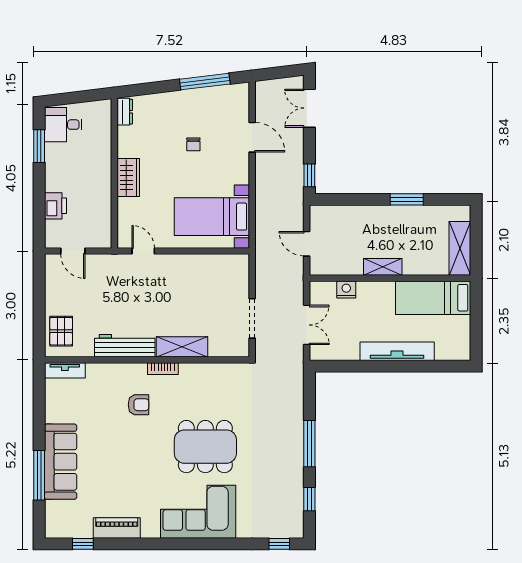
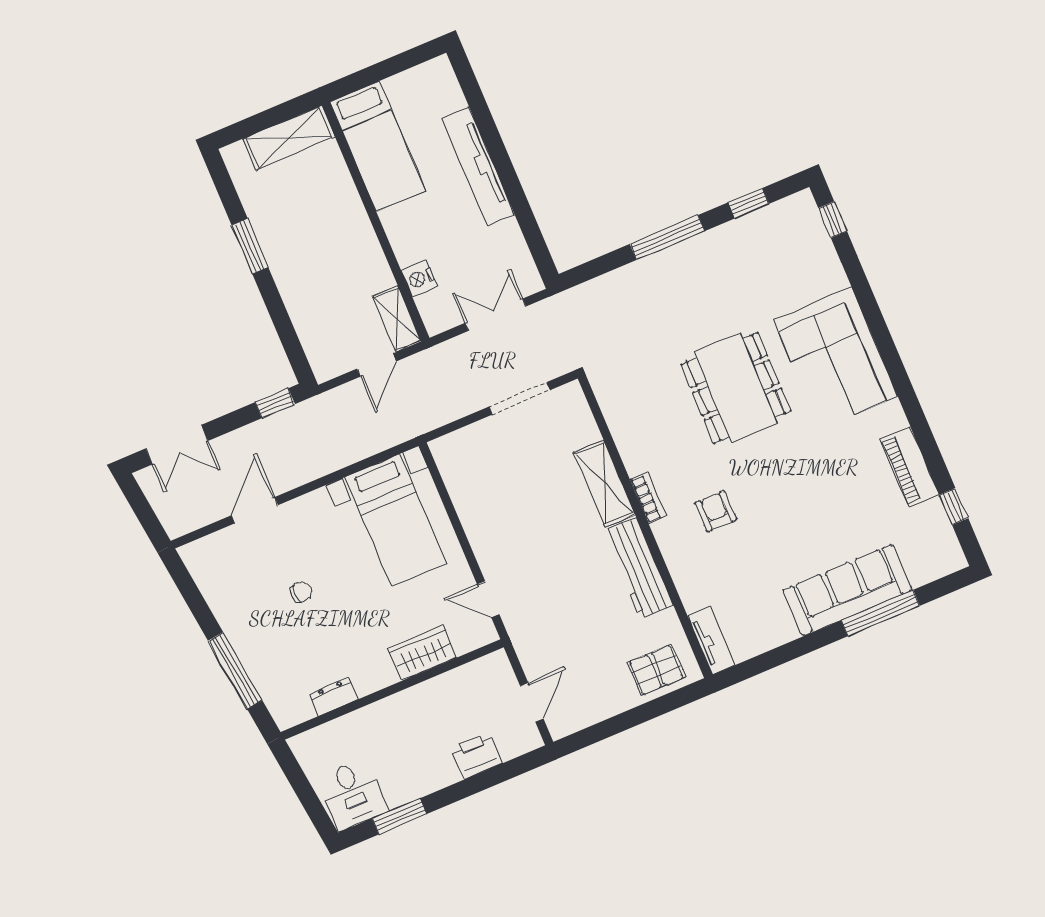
window: (205, 82) -> (235, 671), moved
dresser: (125, 112) -> (334, 696), moved
wardrobe: (128, 178) -> (422, 653), moved
door: (143, 251) -> (488, 599), hinge flipped
shelving: (383, 267) -> (397, 319), moved

